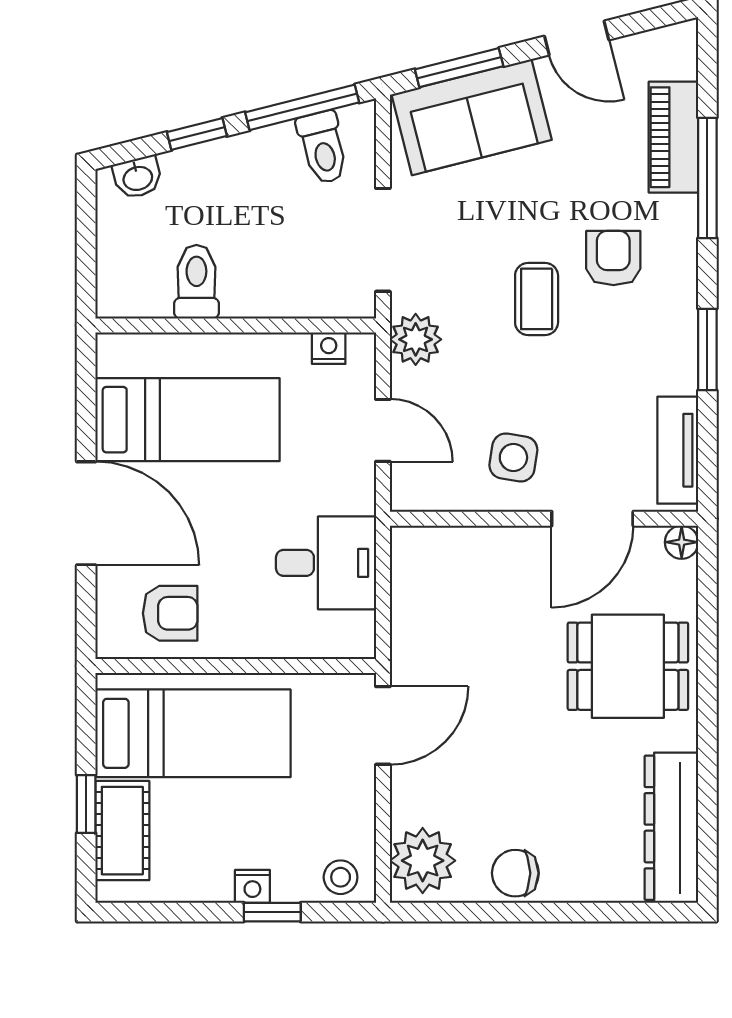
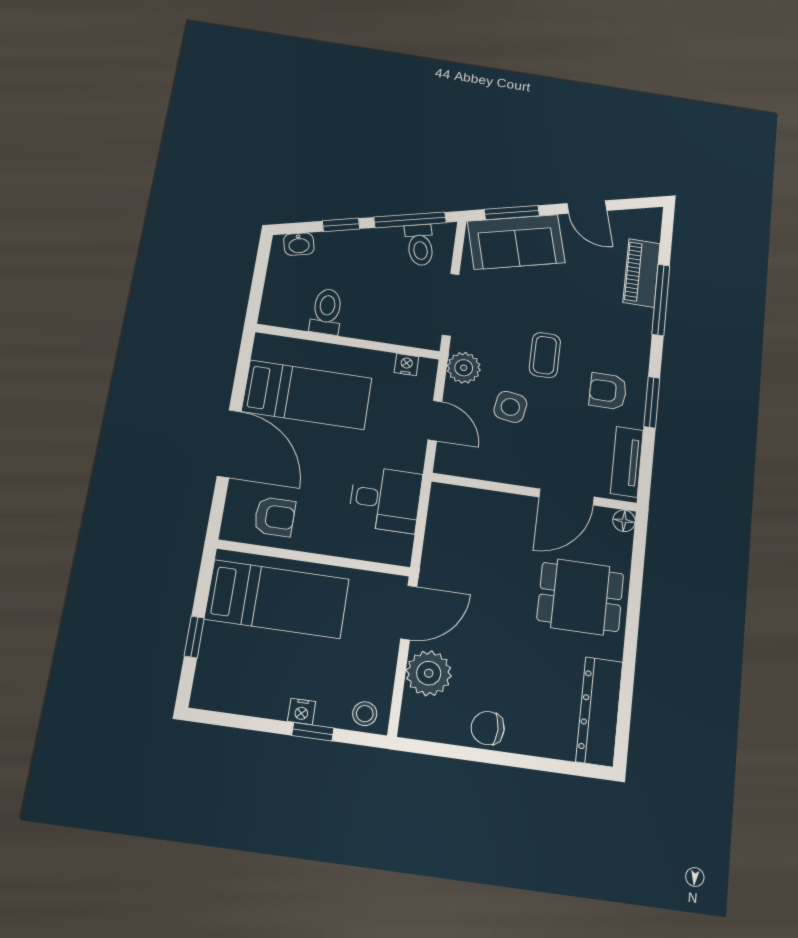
armchair: (613, 258) -> (608, 391), moved, turned -90
side table: (513, 457) -> (510, 407), moved
cot: (122, 831) -> (216, 659), removed
plant: (423, 861) -> (429, 673), moved

